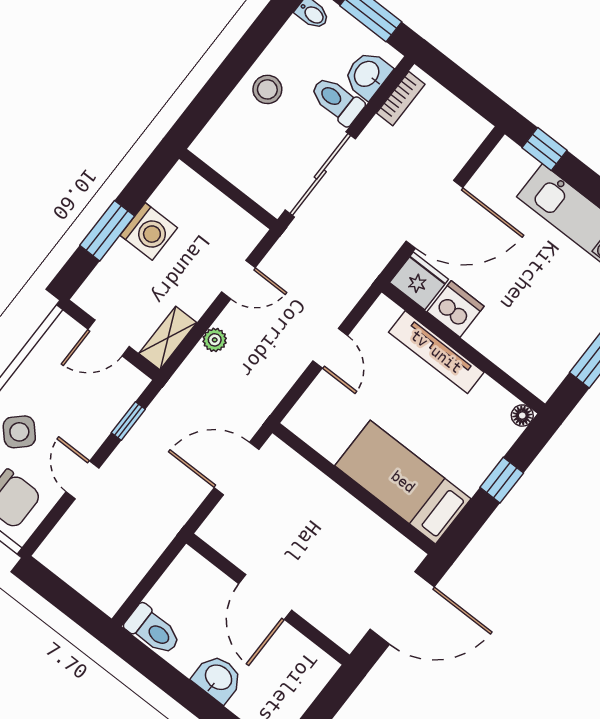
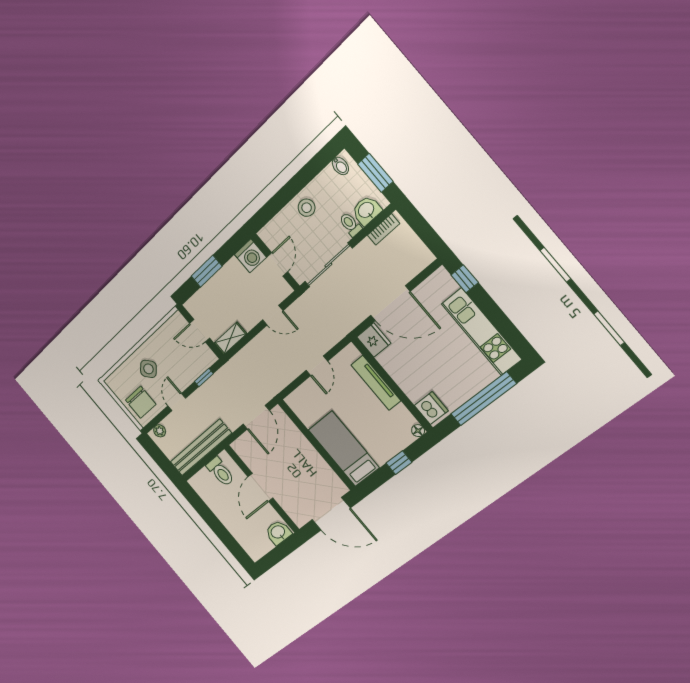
toilet: (337, 101) -> (350, 224), width x0.73, depth x0.72
door: (232, 192) -> (277, 264), added
washing machine: (149, 231) -> (250, 256), moved
dishwasher: (456, 309) -> (431, 408), moved
plant: (215, 340) -> (160, 431), moved
door: (237, 468) -> (256, 417), swing flipped
bench: (140, 554) -> (201, 448), added
toilet: (153, 630) -> (220, 472), moved
washbasin: (218, 678) -> (278, 532), moved, turned -90

